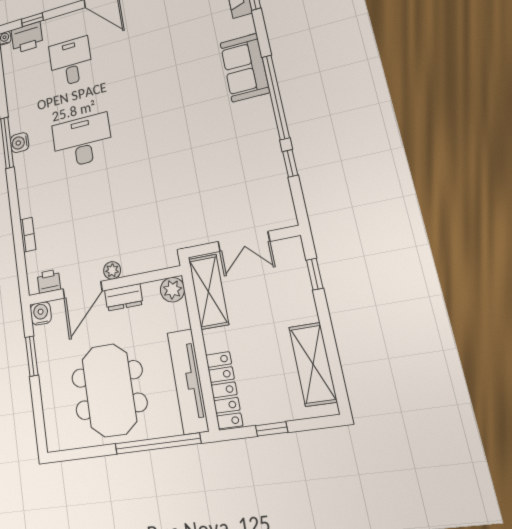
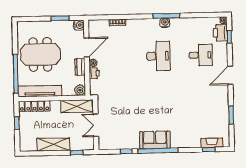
sofa: (245, 68) -> (155, 140), moved
printer: (49, 281) -> (94, 73), moved
door: (82, 290) -> (87, 47), swing flipped
shelving: (313, 364) -> (53, 144), moved

